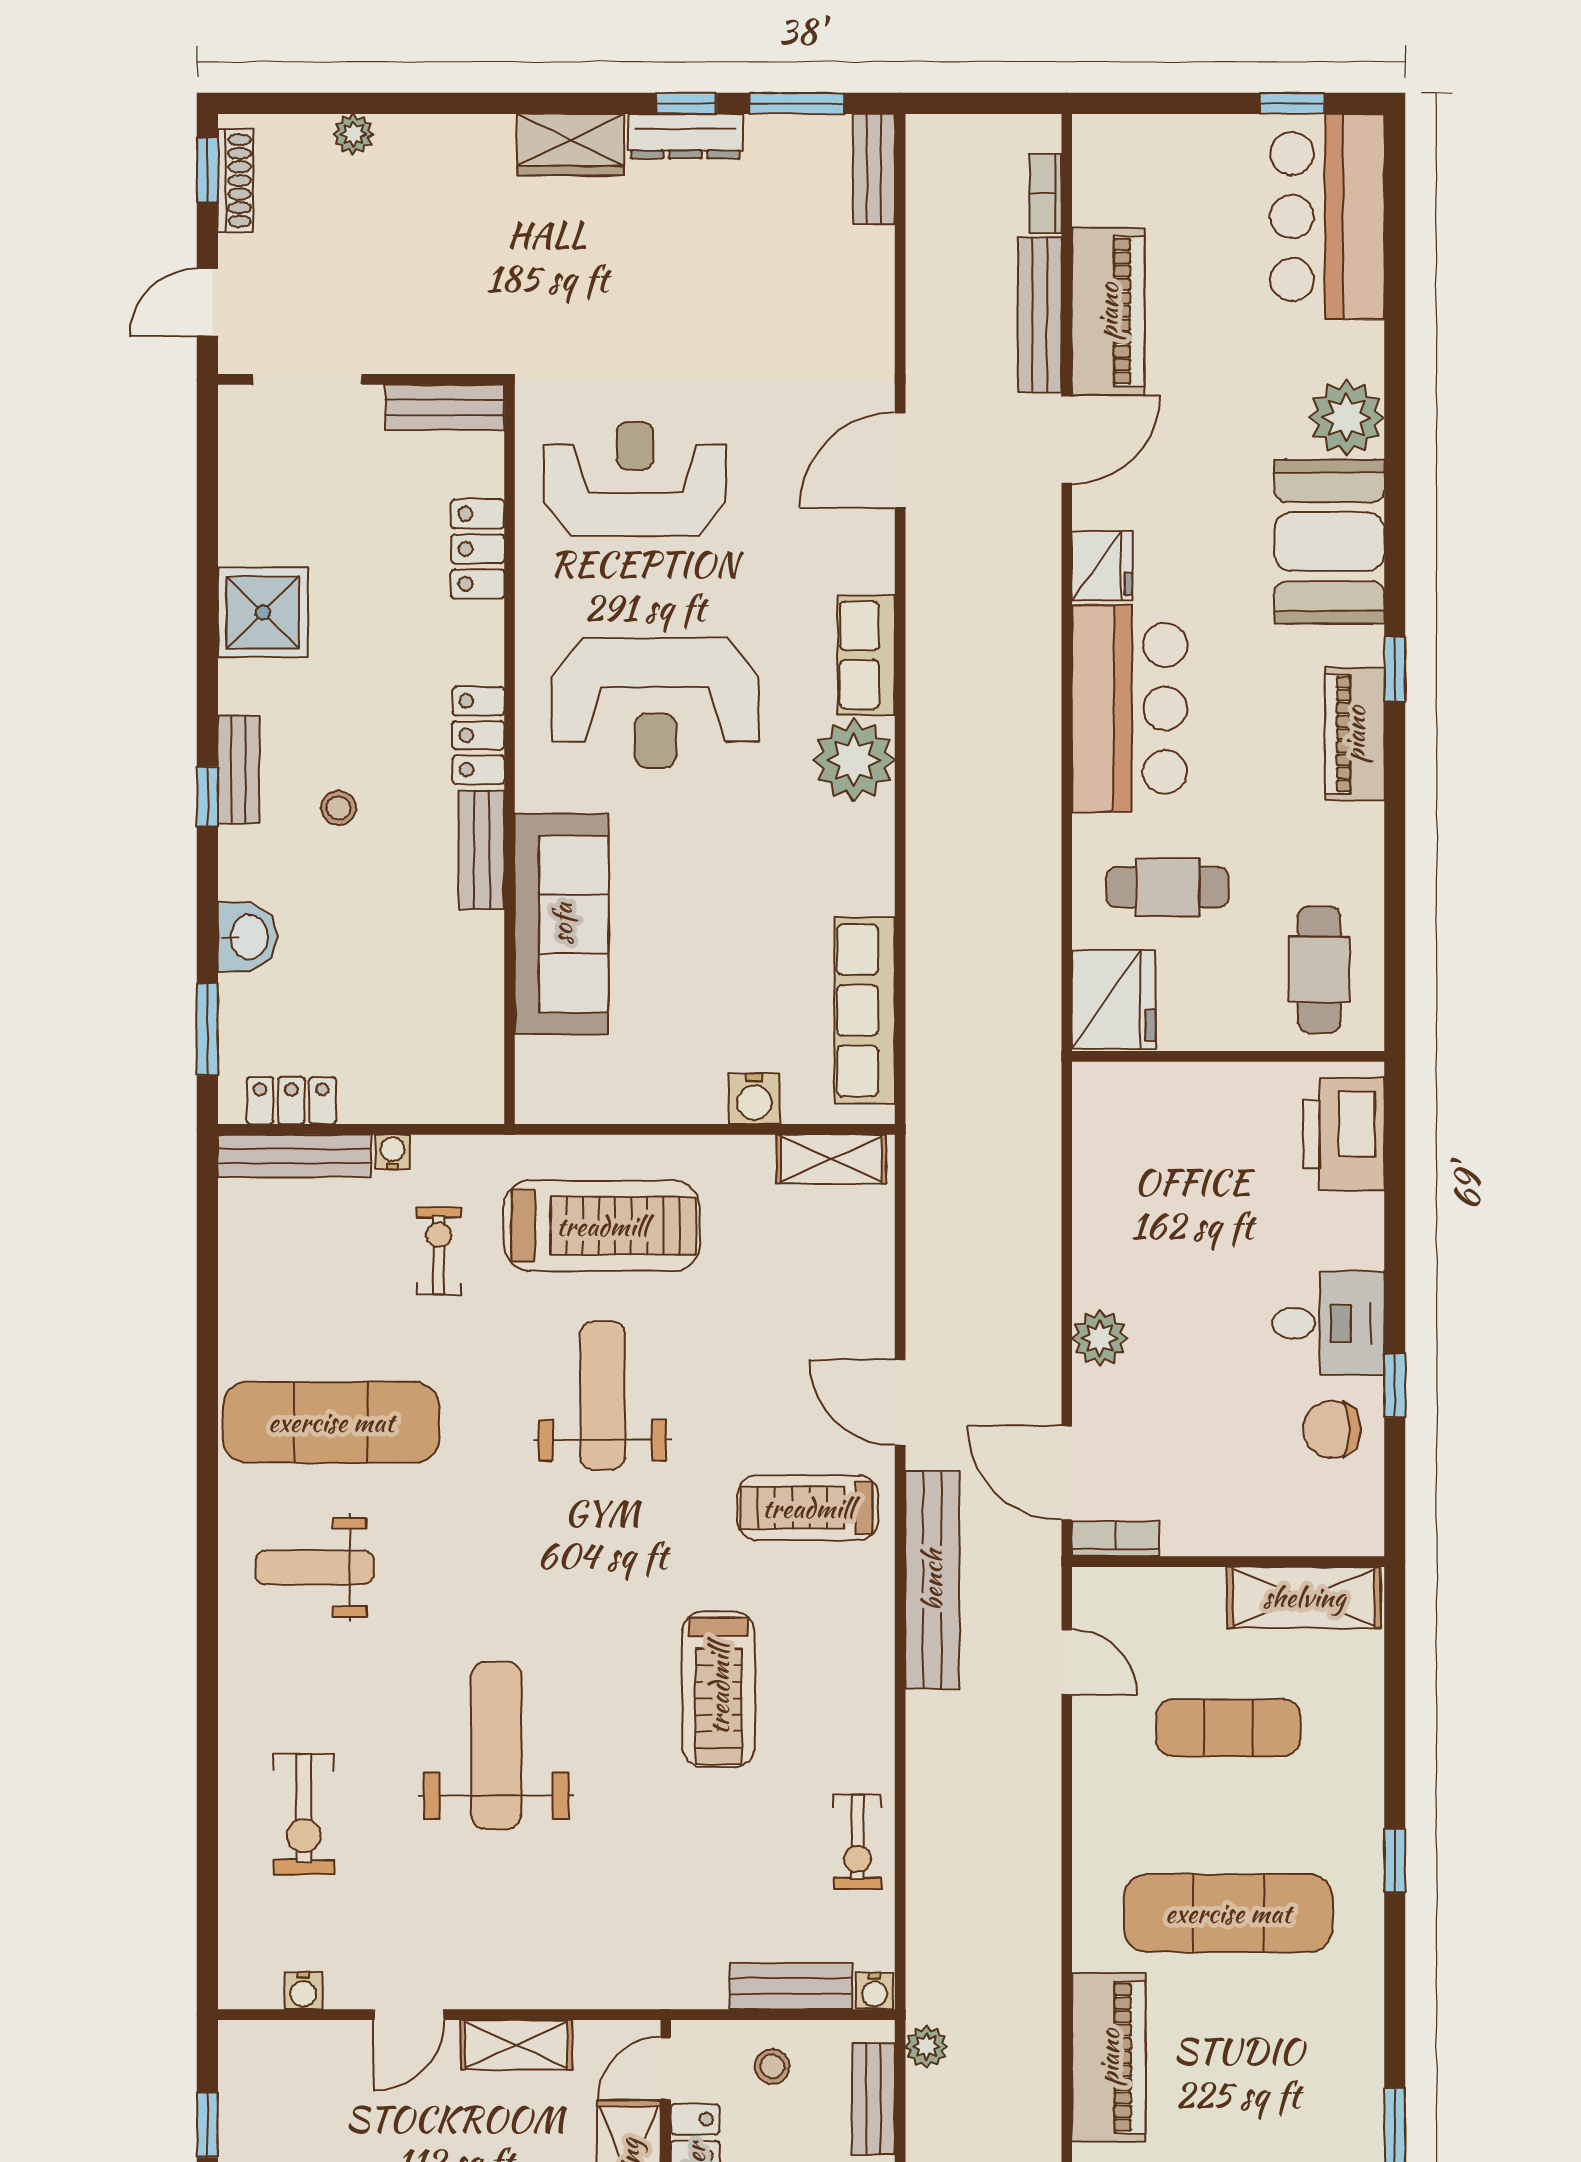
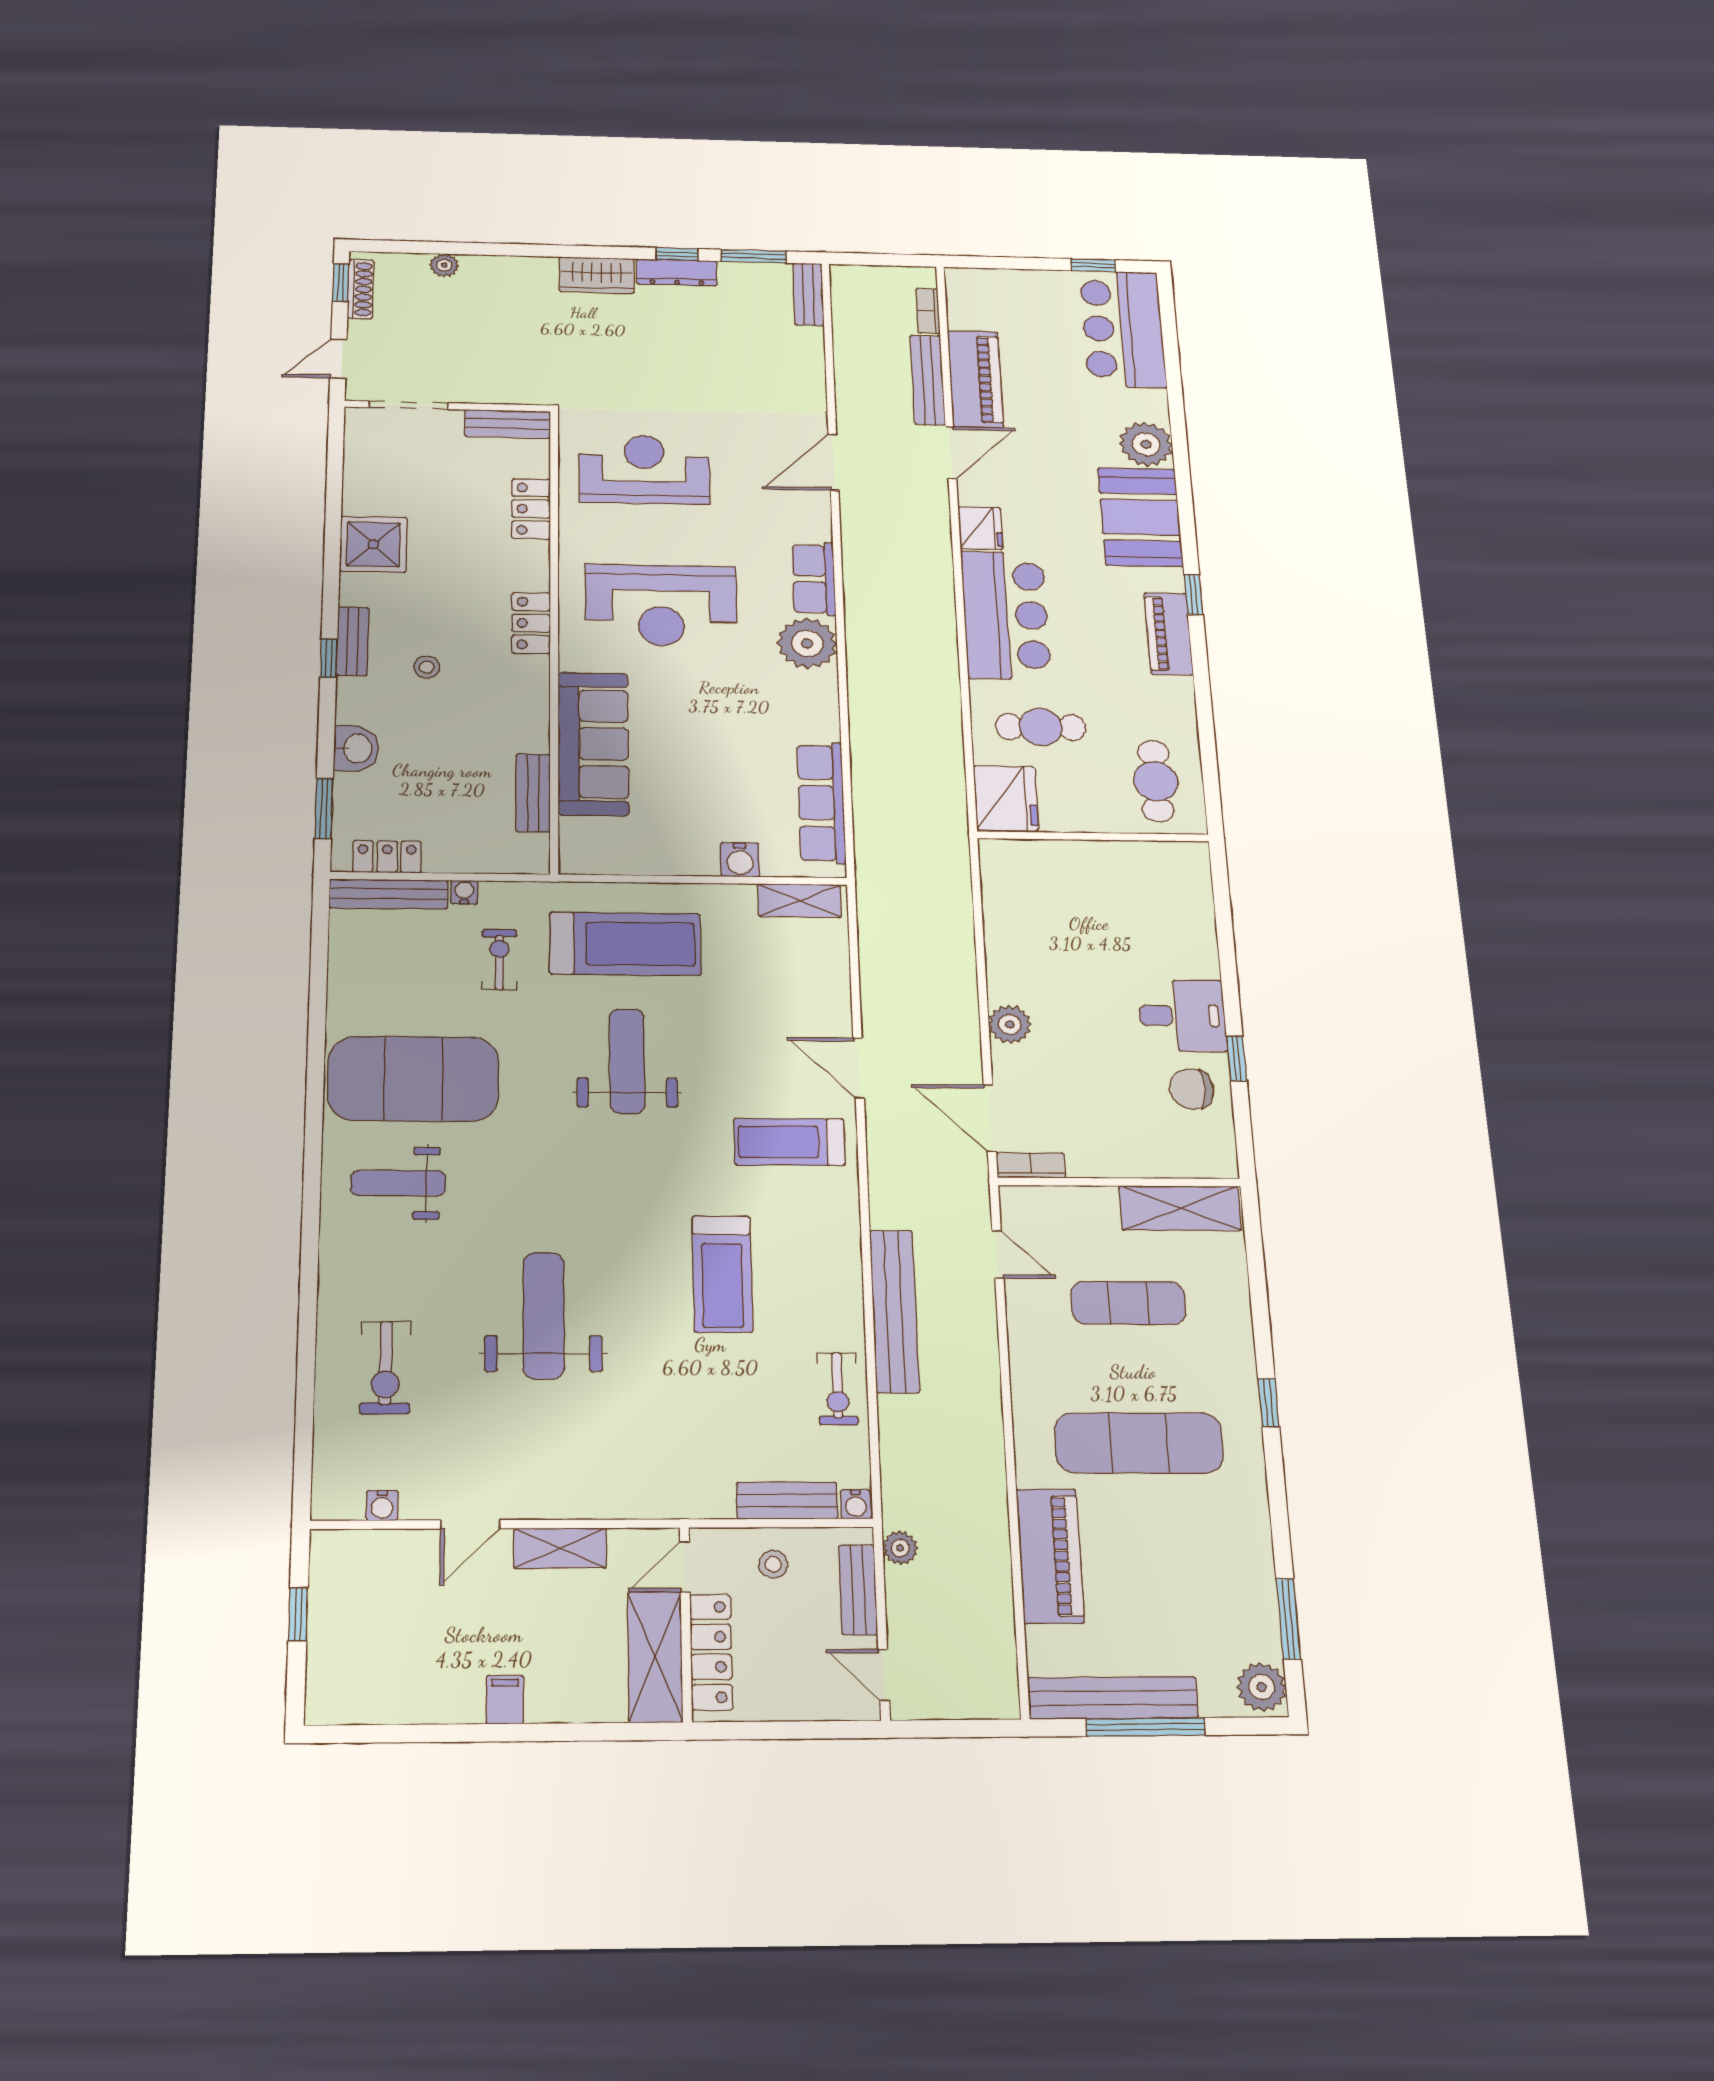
bench: (482, 850) -> (533, 793), moved
printer: (1344, 1134) -> (1183, 889), removed
exercise mat: (331, 1422) -> (413, 1079), width x1.47
bench: (932, 1580) -> (894, 1311), moved

